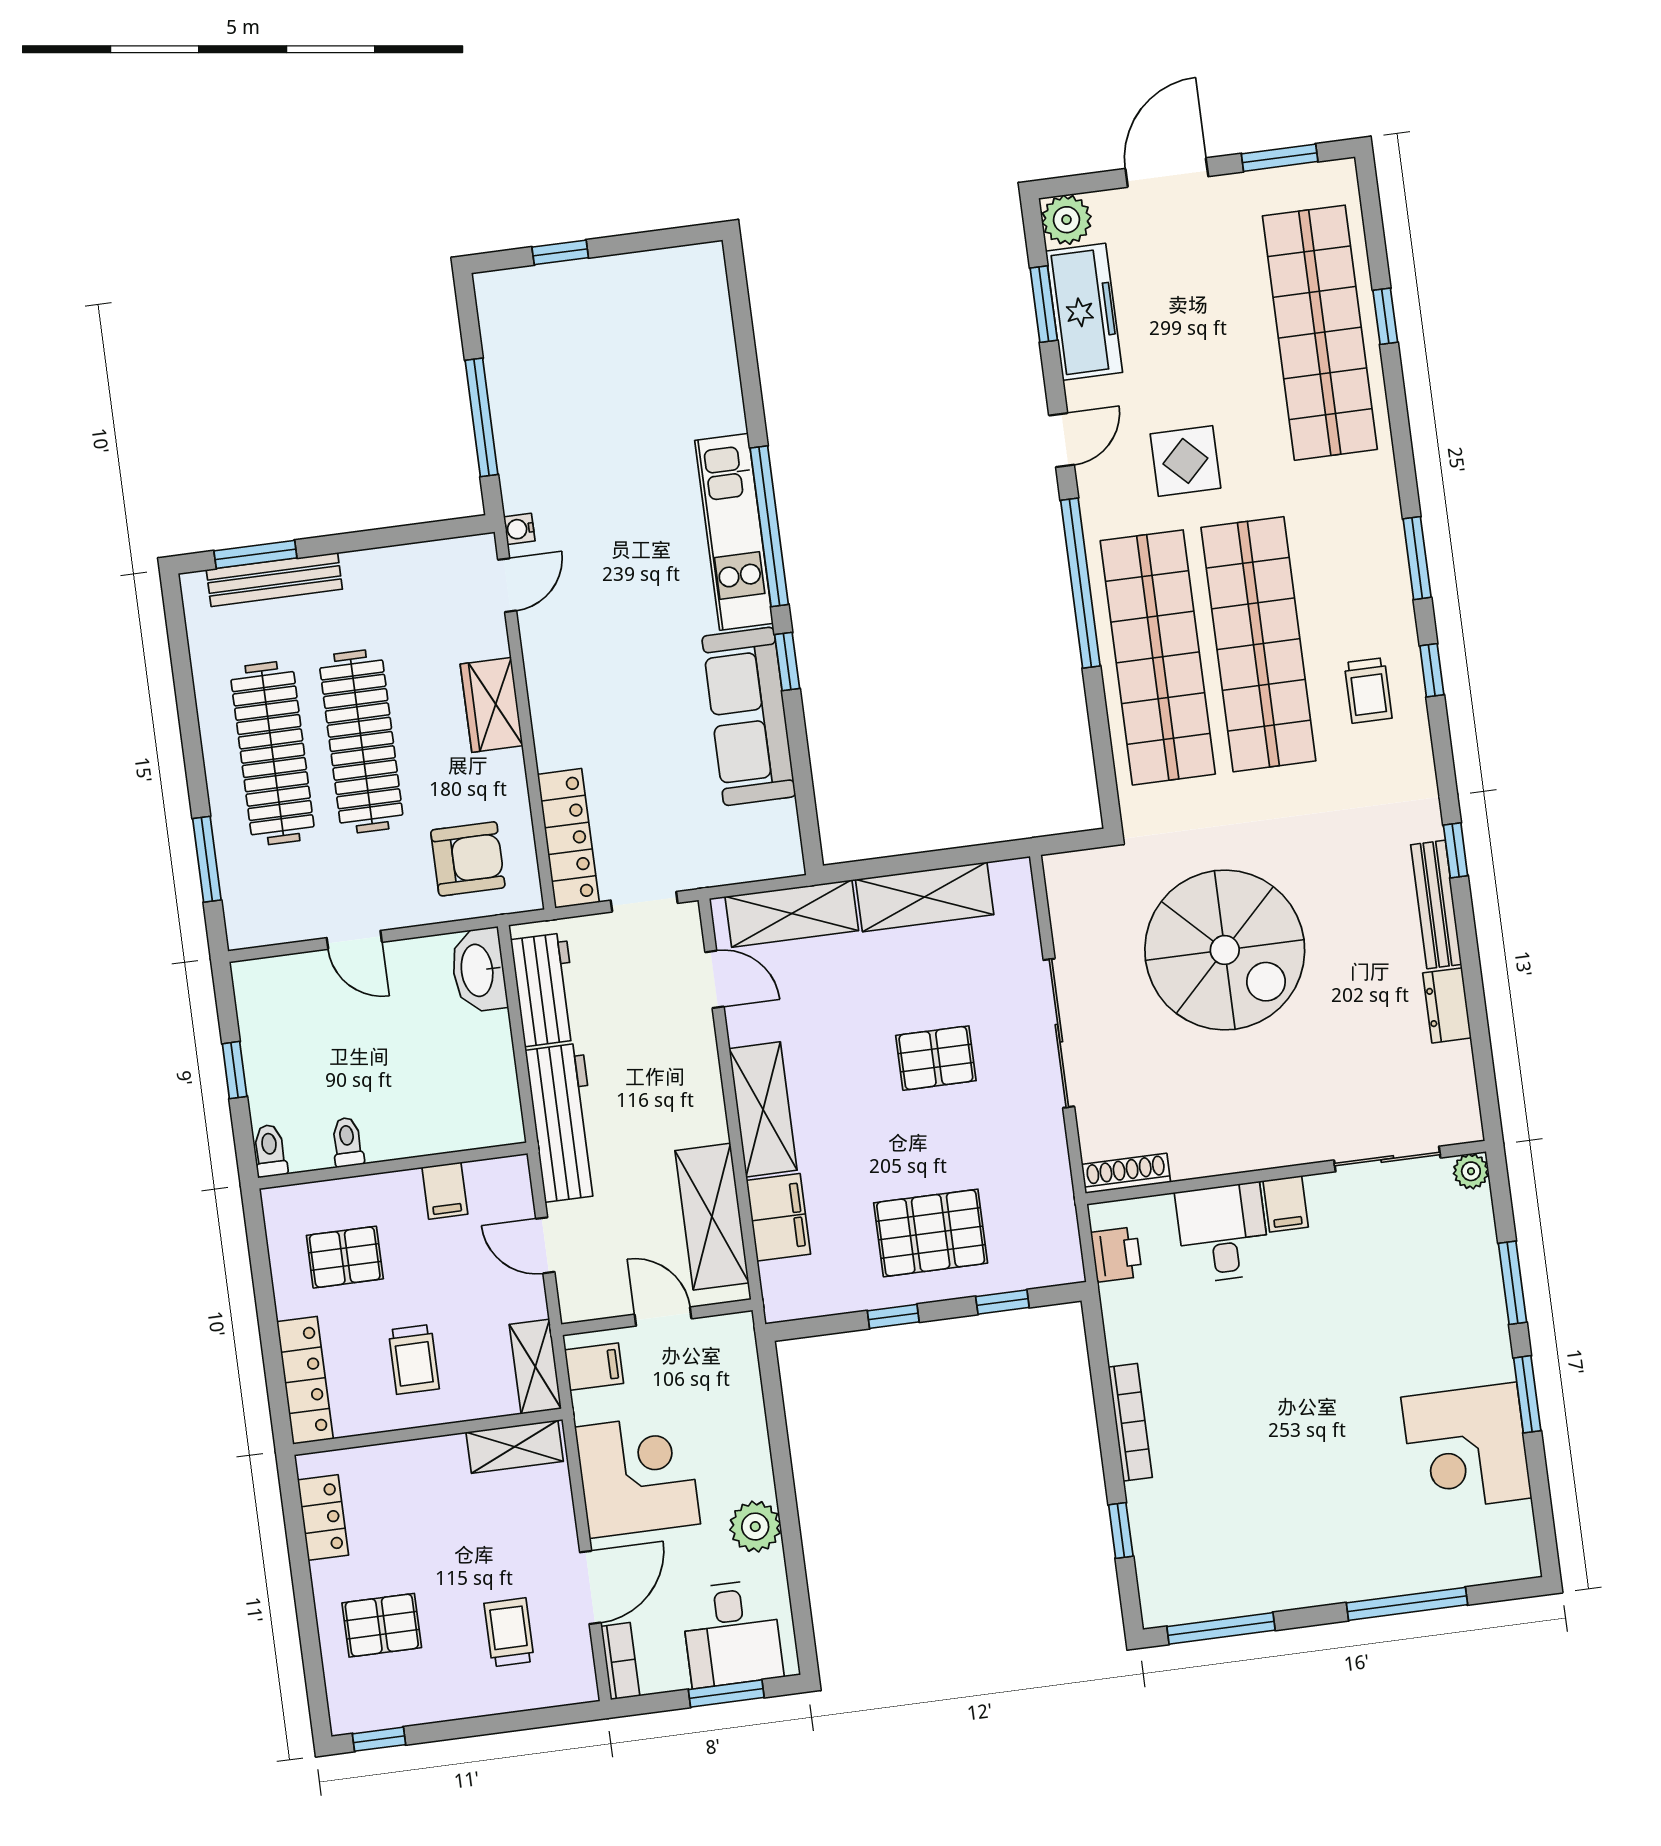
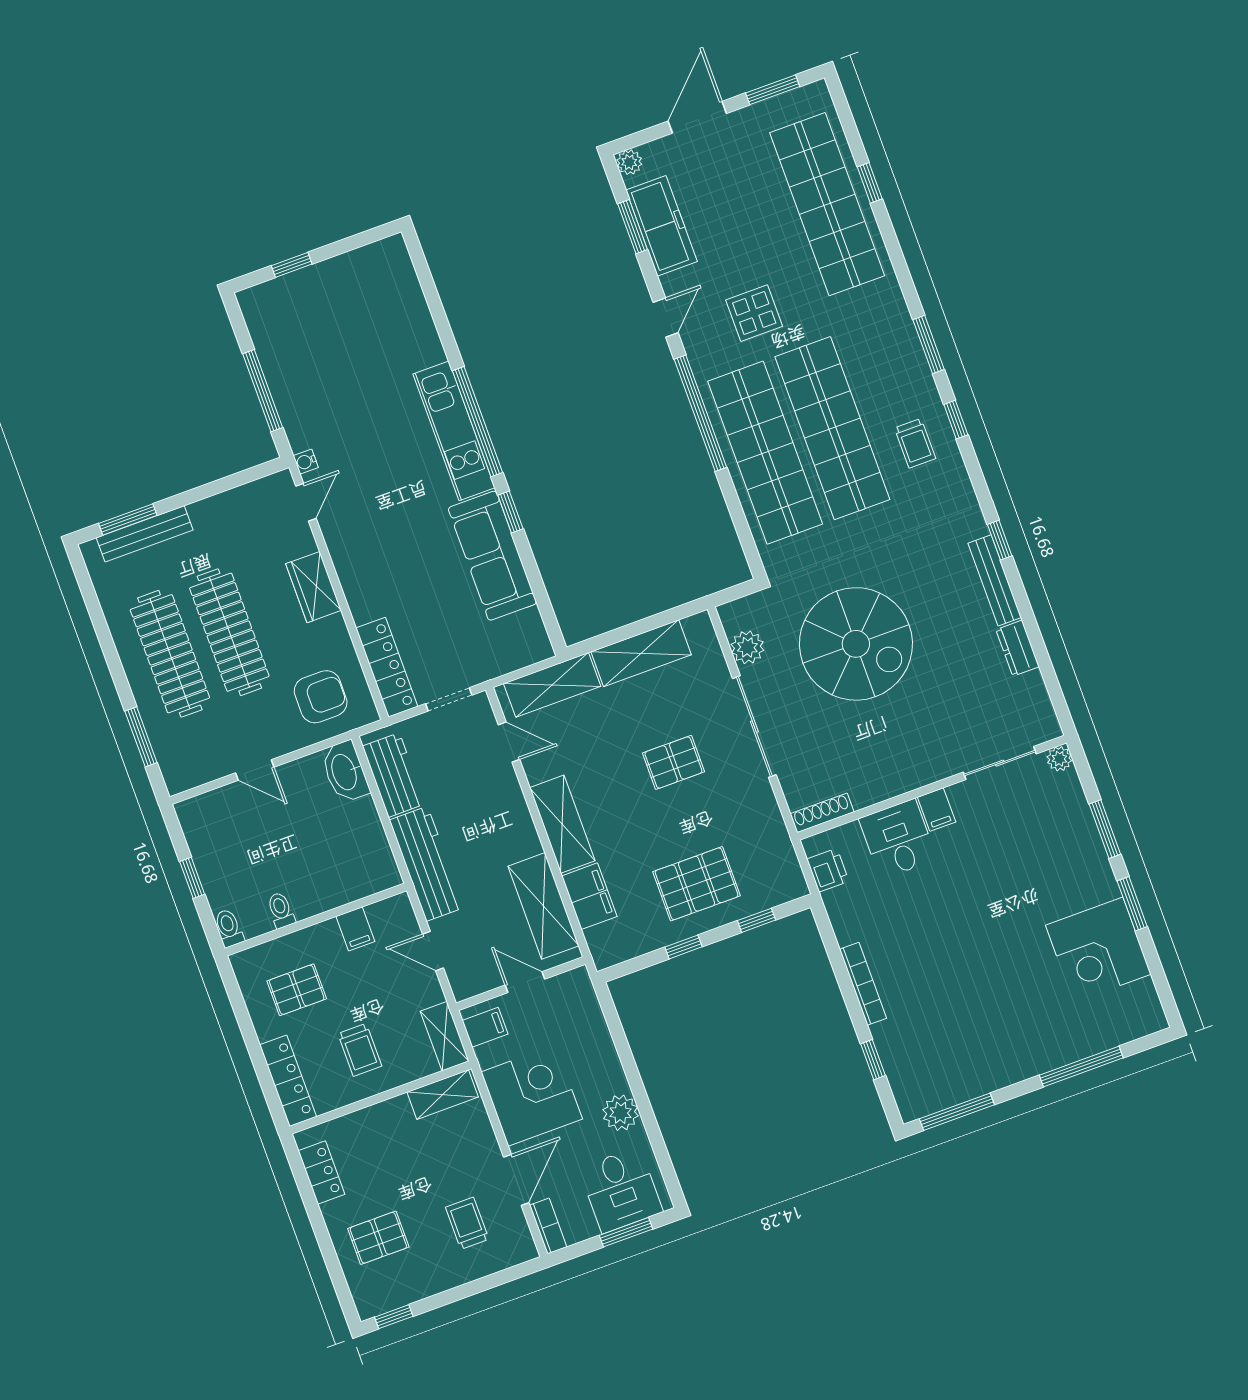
plant: (1067, 220) -> (629, 162), width x0.73, depth x0.73
plant: (1074, 921) -> (747, 647), added

